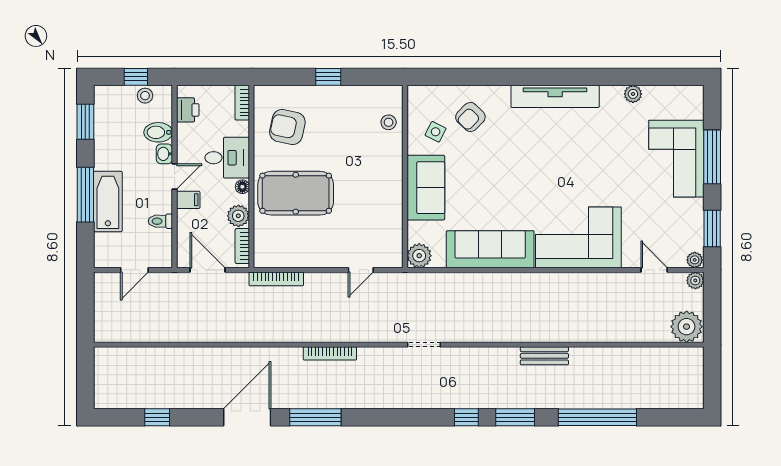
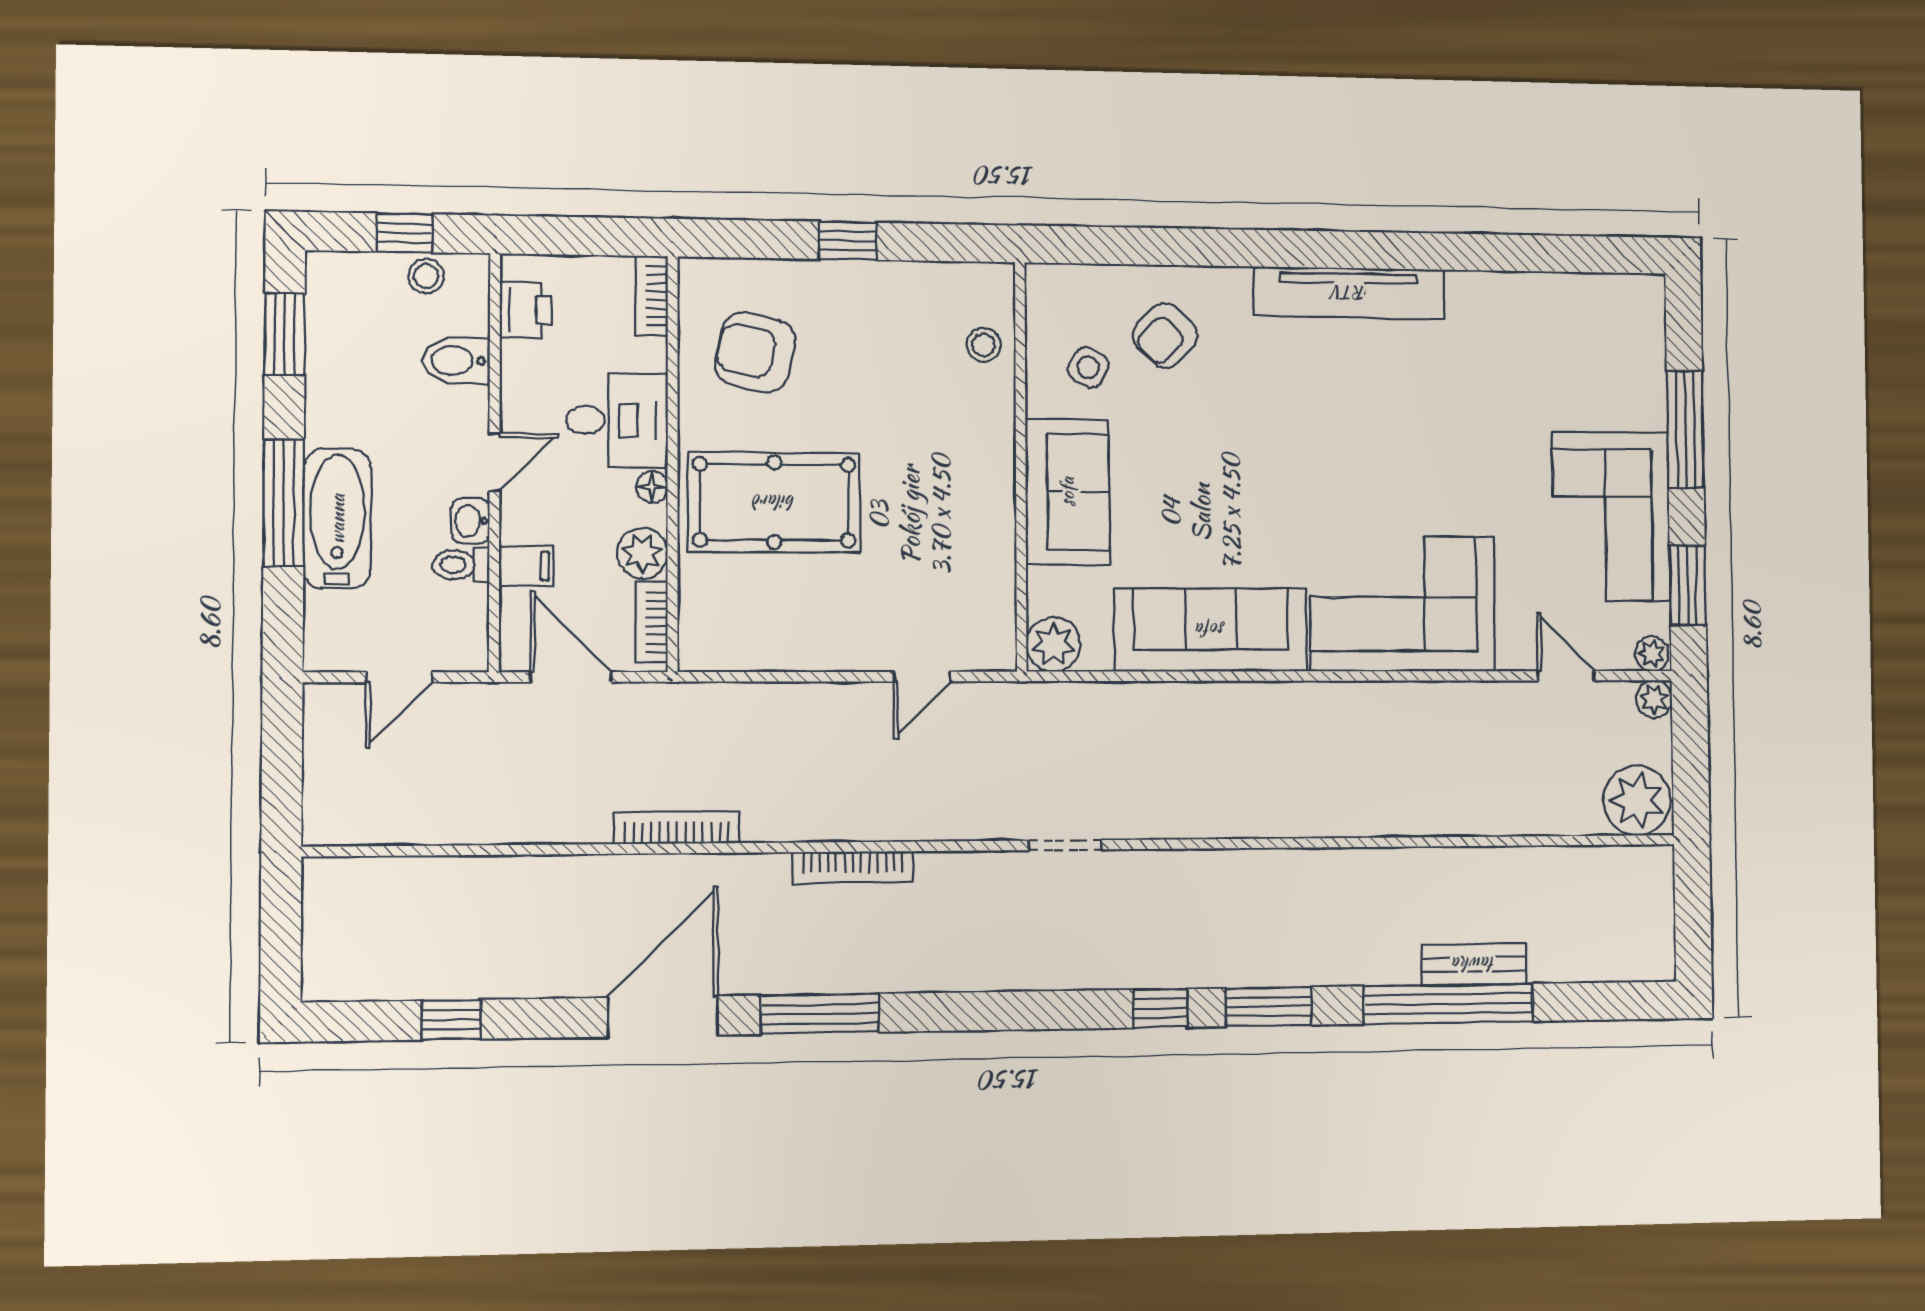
plant: (633, 94) -> (1516, 290), removed
washbasin: (164, 154) -> (470, 521), moved
corner sofa: (676, 159) -> (1611, 517), moved
filing cabinet: (188, 200) -> (526, 566), moved
bookcase: (276, 279) -> (677, 828), moved, turned 180
bench: (544, 356) -> (1474, 964), moved

